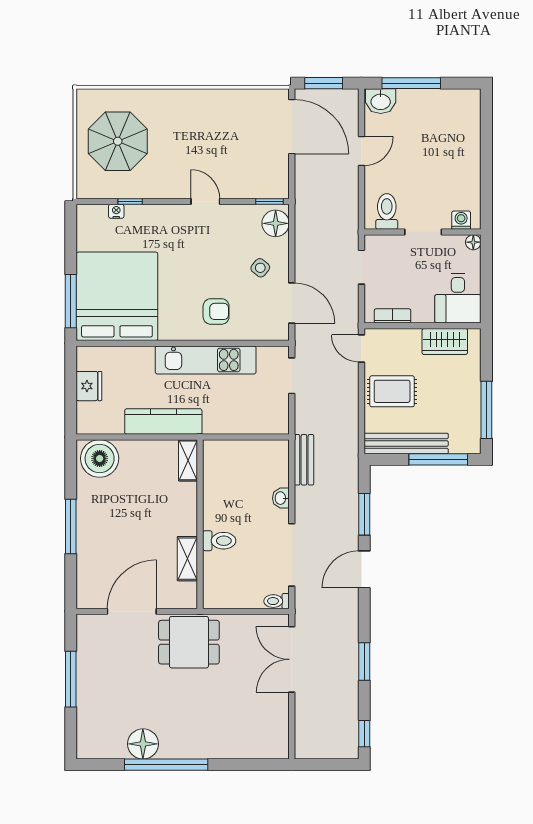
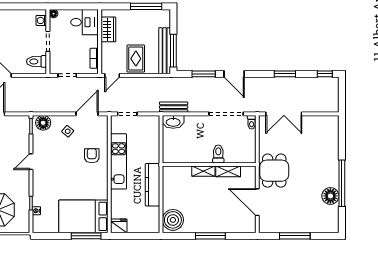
bed: (117, 296) -> (83, 216), width x0.73
fridge: (89, 386) -> (119, 226), moved
window: (438, 459) -> (173, 51), moved
shelving: (188, 460) -> (203, 171), moved
washbasin: (281, 498) -> (173, 122), moved, width x1.91, depth x1.45

